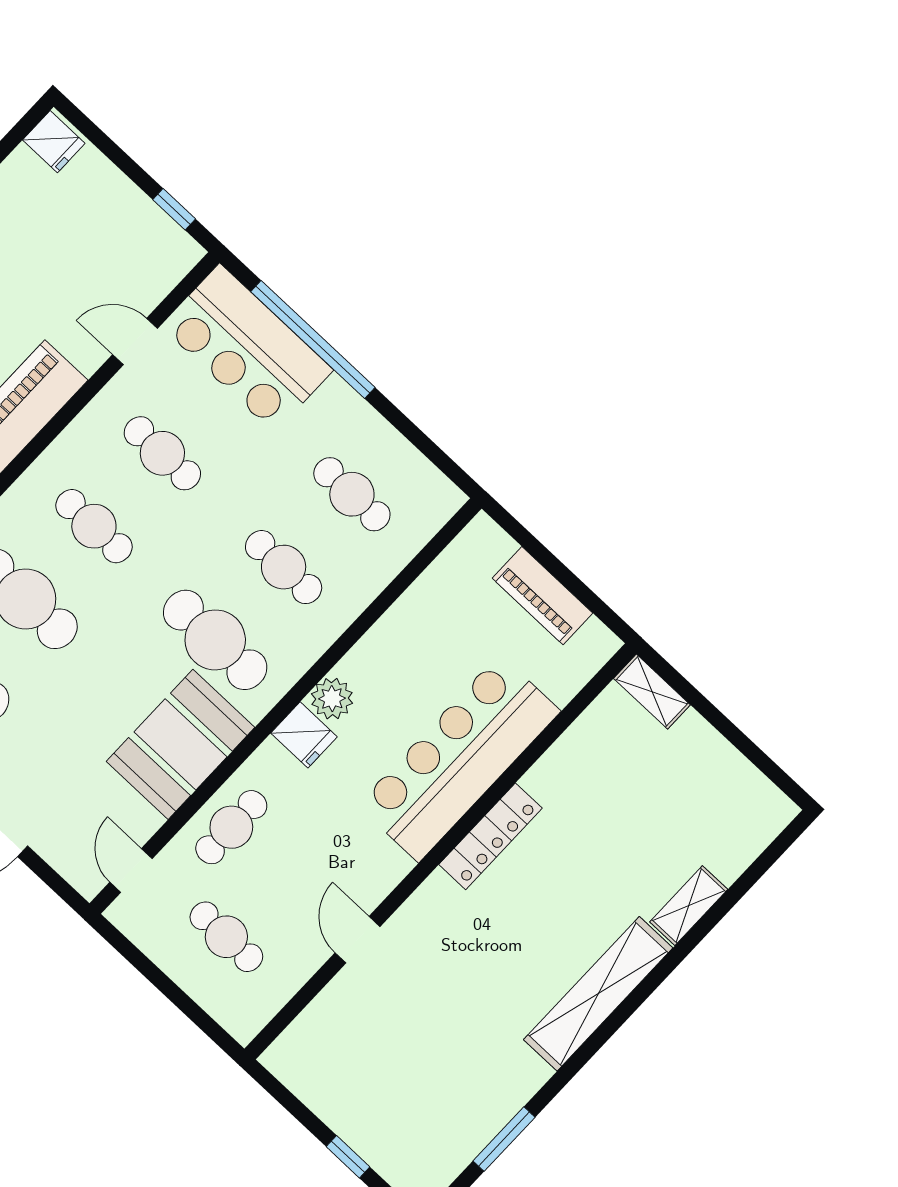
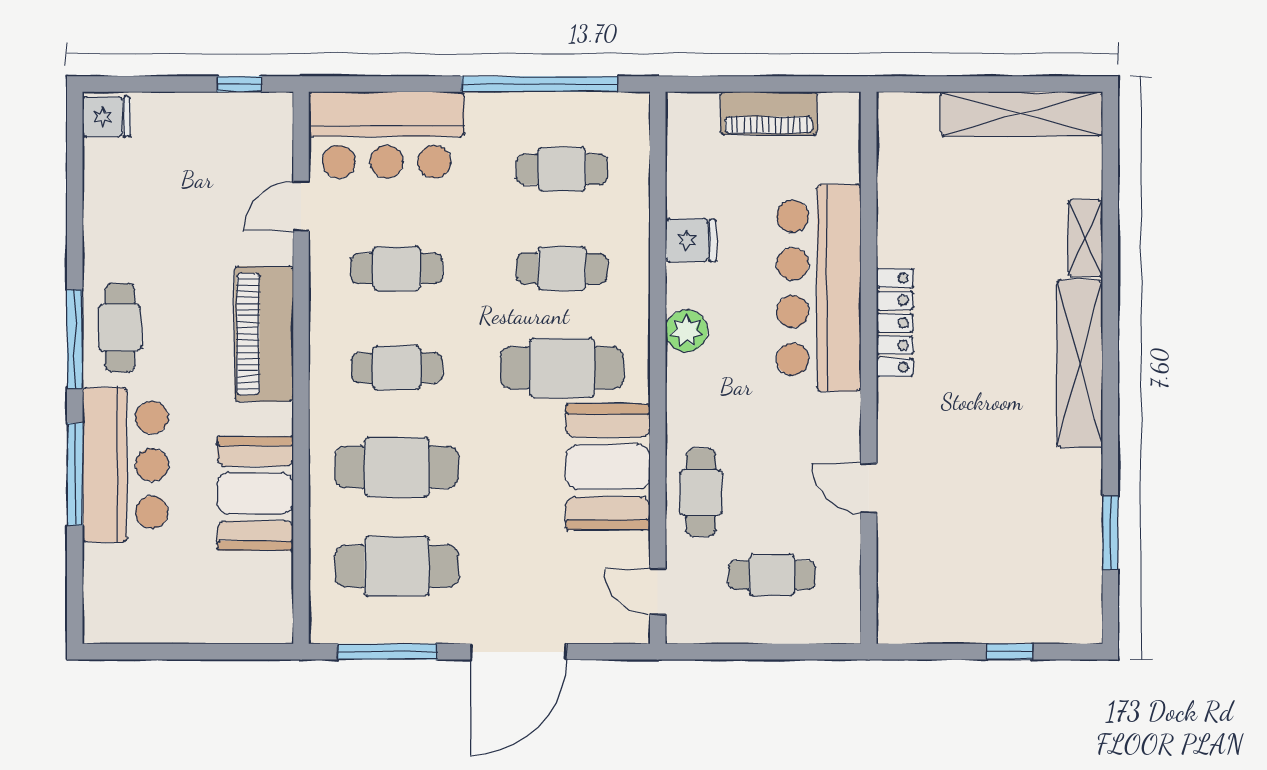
window: (313, 340) -> (540, 84), moved
shelving: (652, 692) -> (1022, 114), moved, width x2.20, depth x1.33
fridge: (304, 735) -> (691, 240), moved

